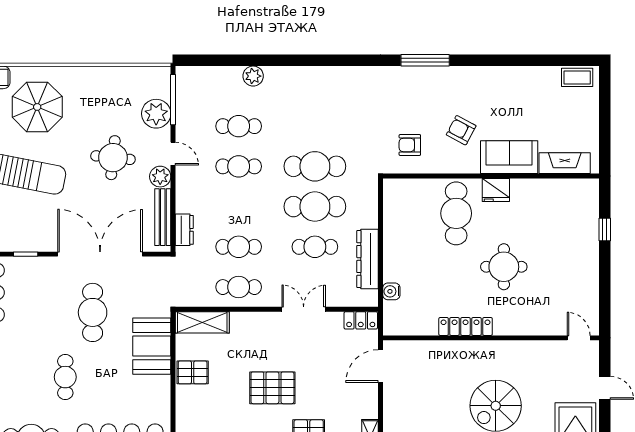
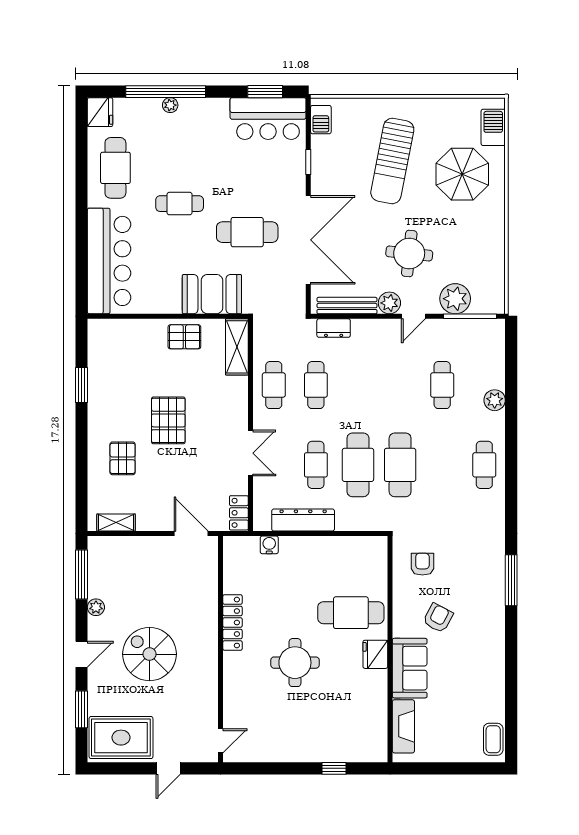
cafe table: (239, 166) -> (484, 465), moved
pallet: (193, 372) -> (184, 337), turned 90

